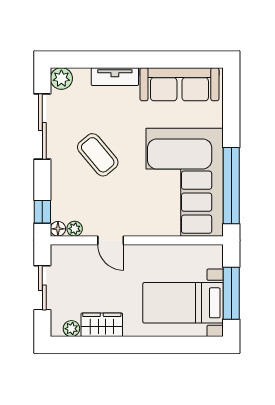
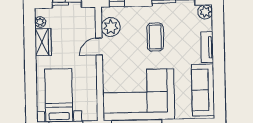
coffee table: (98, 155) -> (155, 37), turned -50
floor lamp: (58, 229) -> (106, 12), removed
plant: (75, 229) -> (111, 27), width x1.88, depth x1.88

